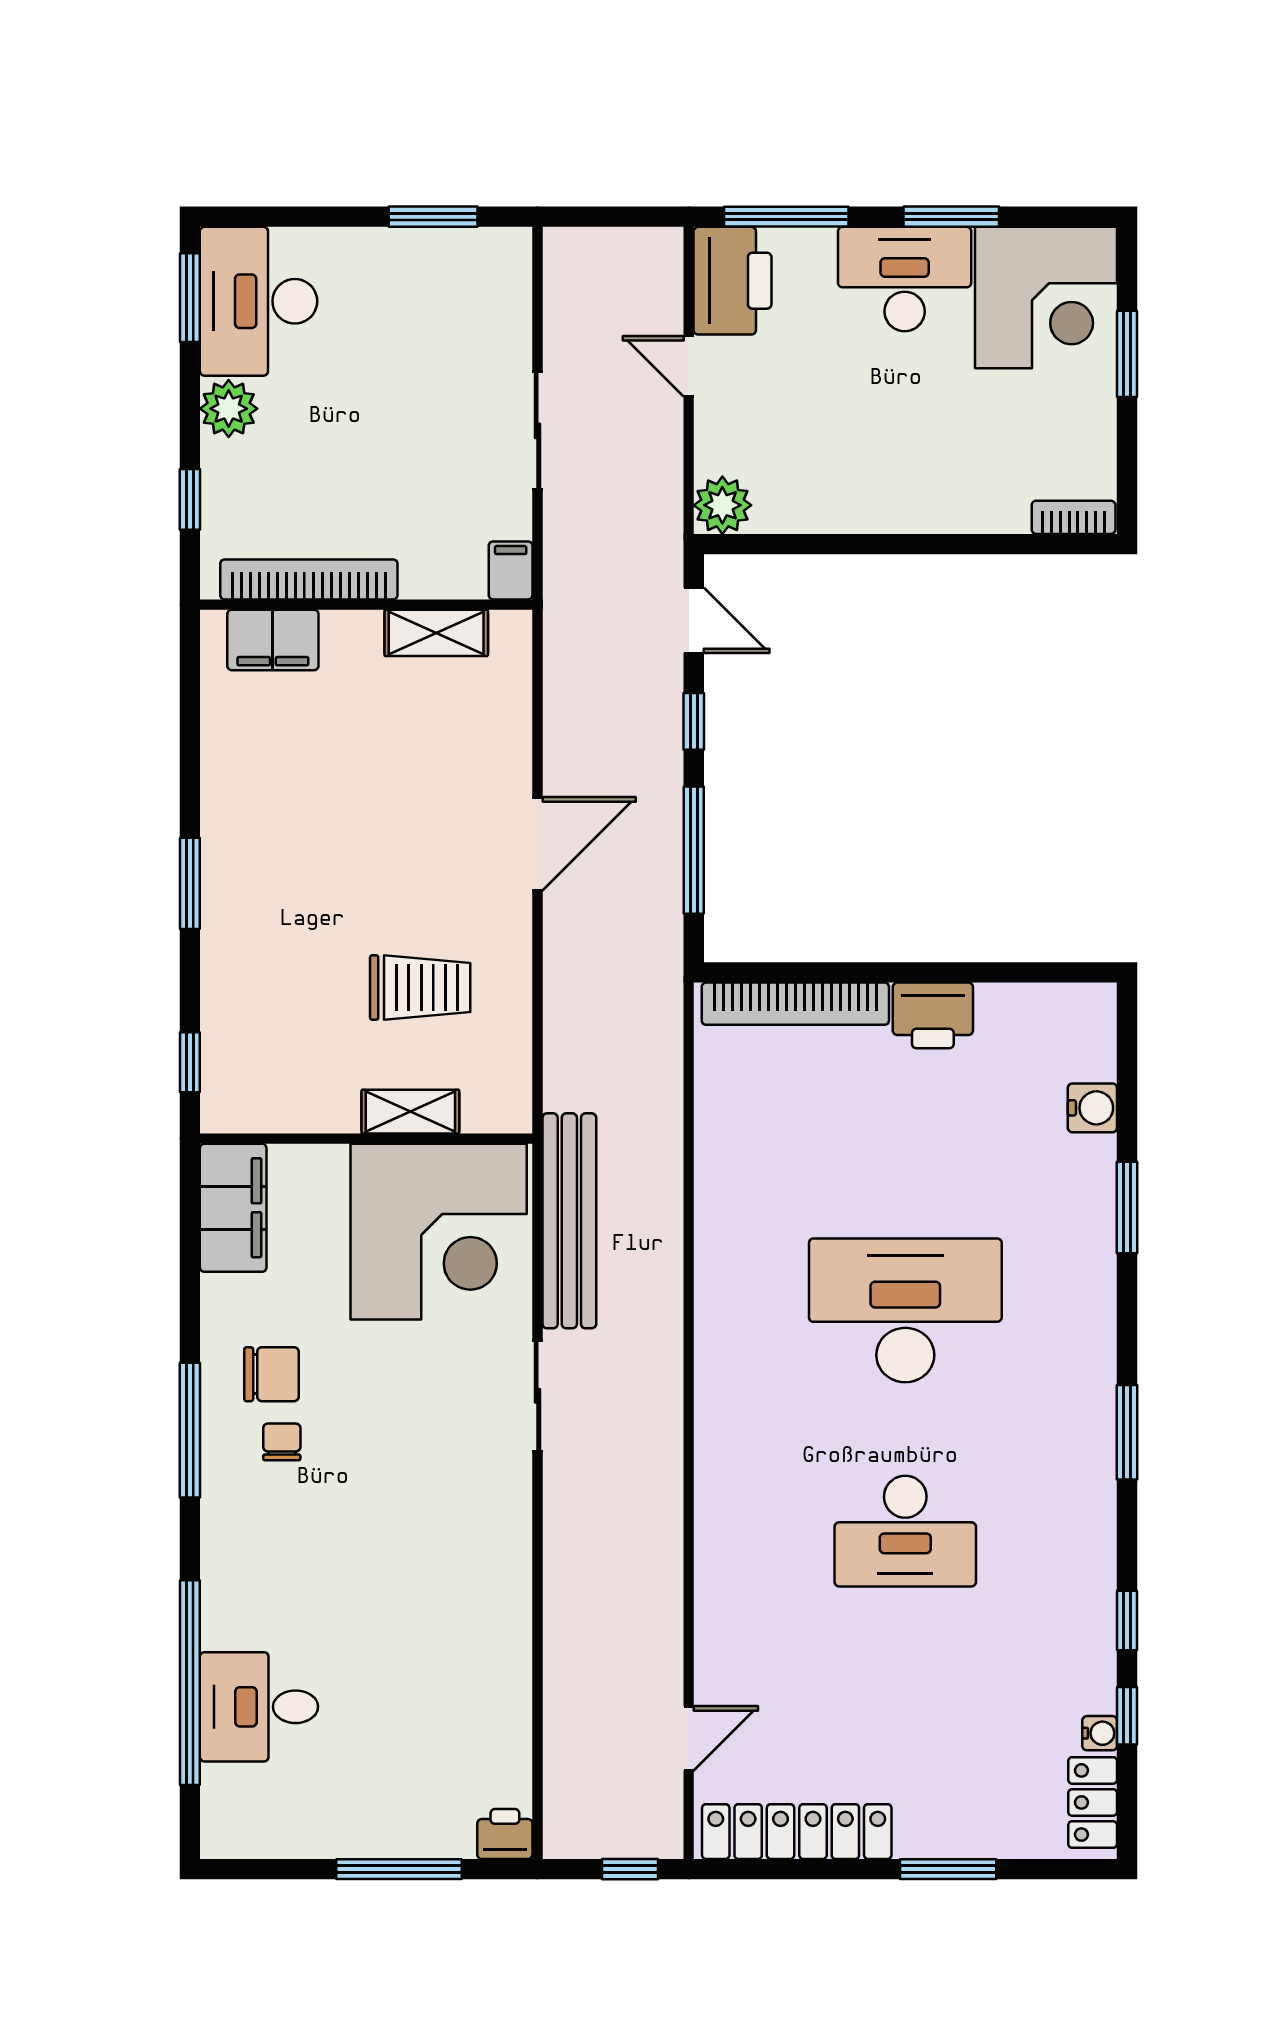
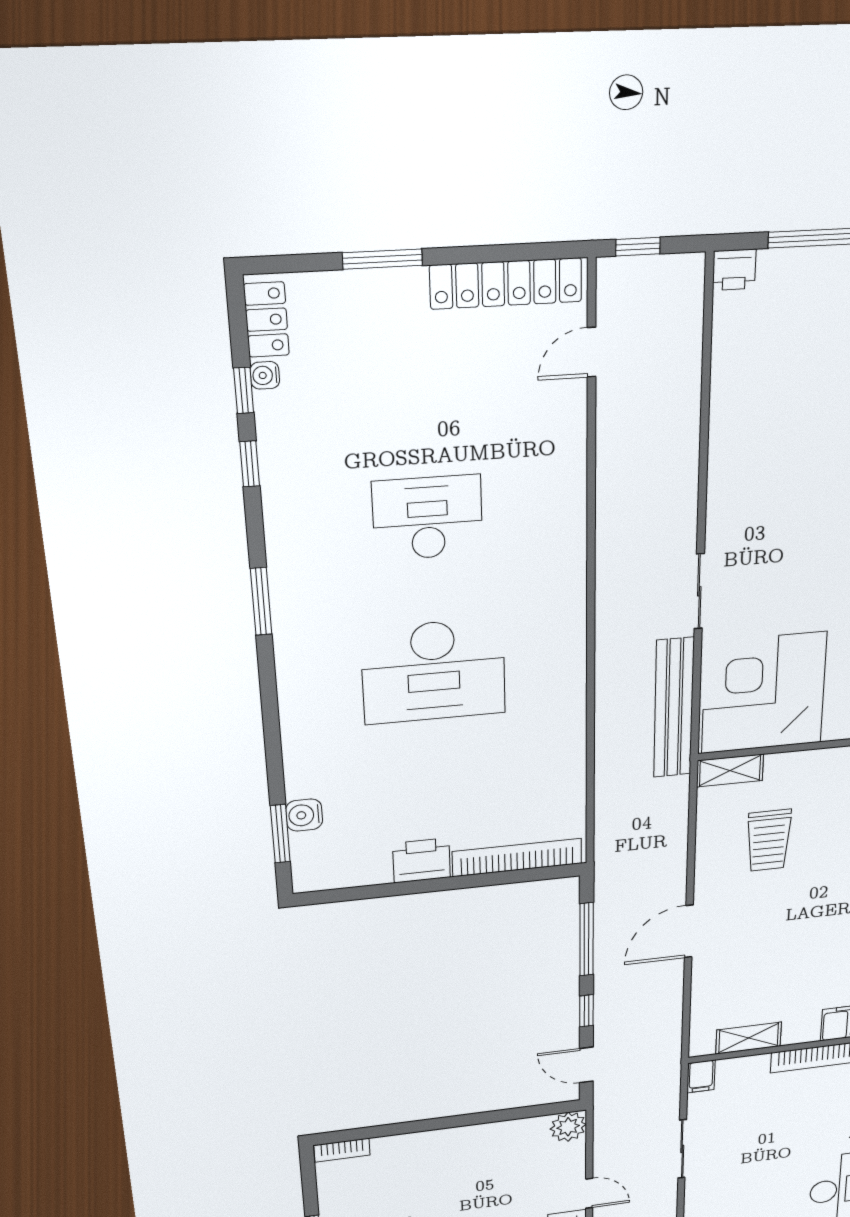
trolley: (420, 988) -> (769, 840), turned -90
shelving: (410, 1112) -> (730, 771), moved
window: (1127, 1208) -> (280, 834), moved

